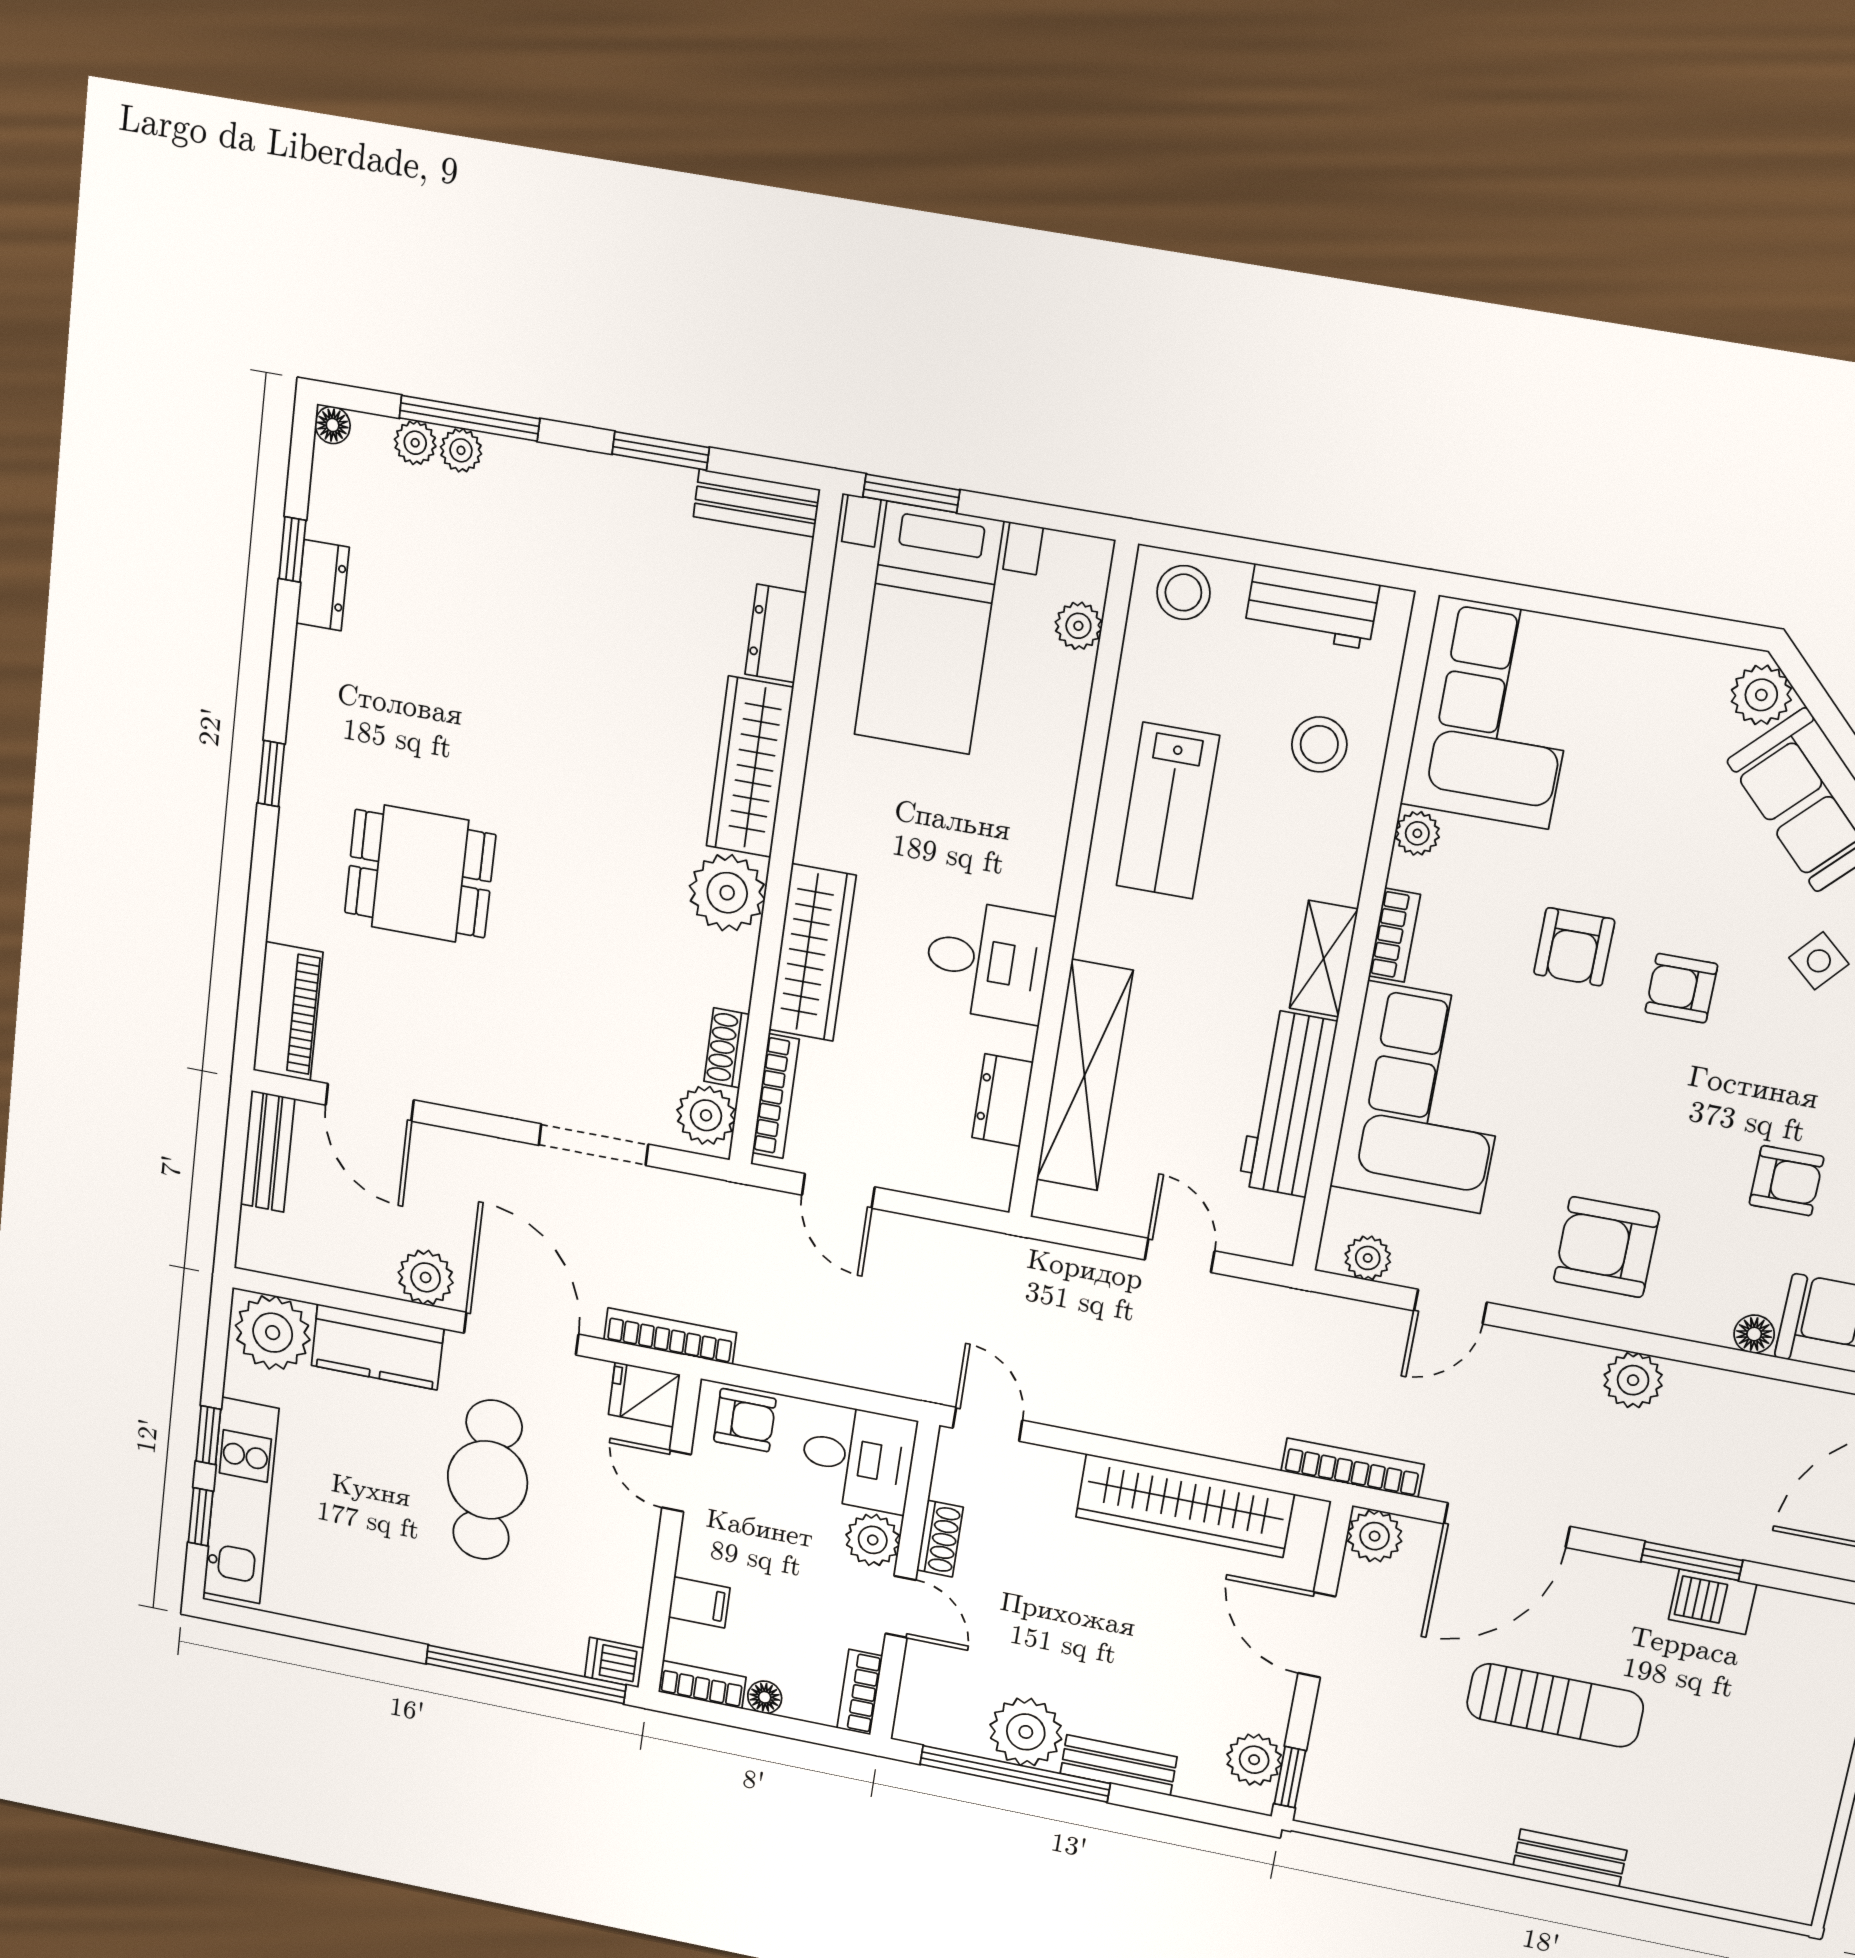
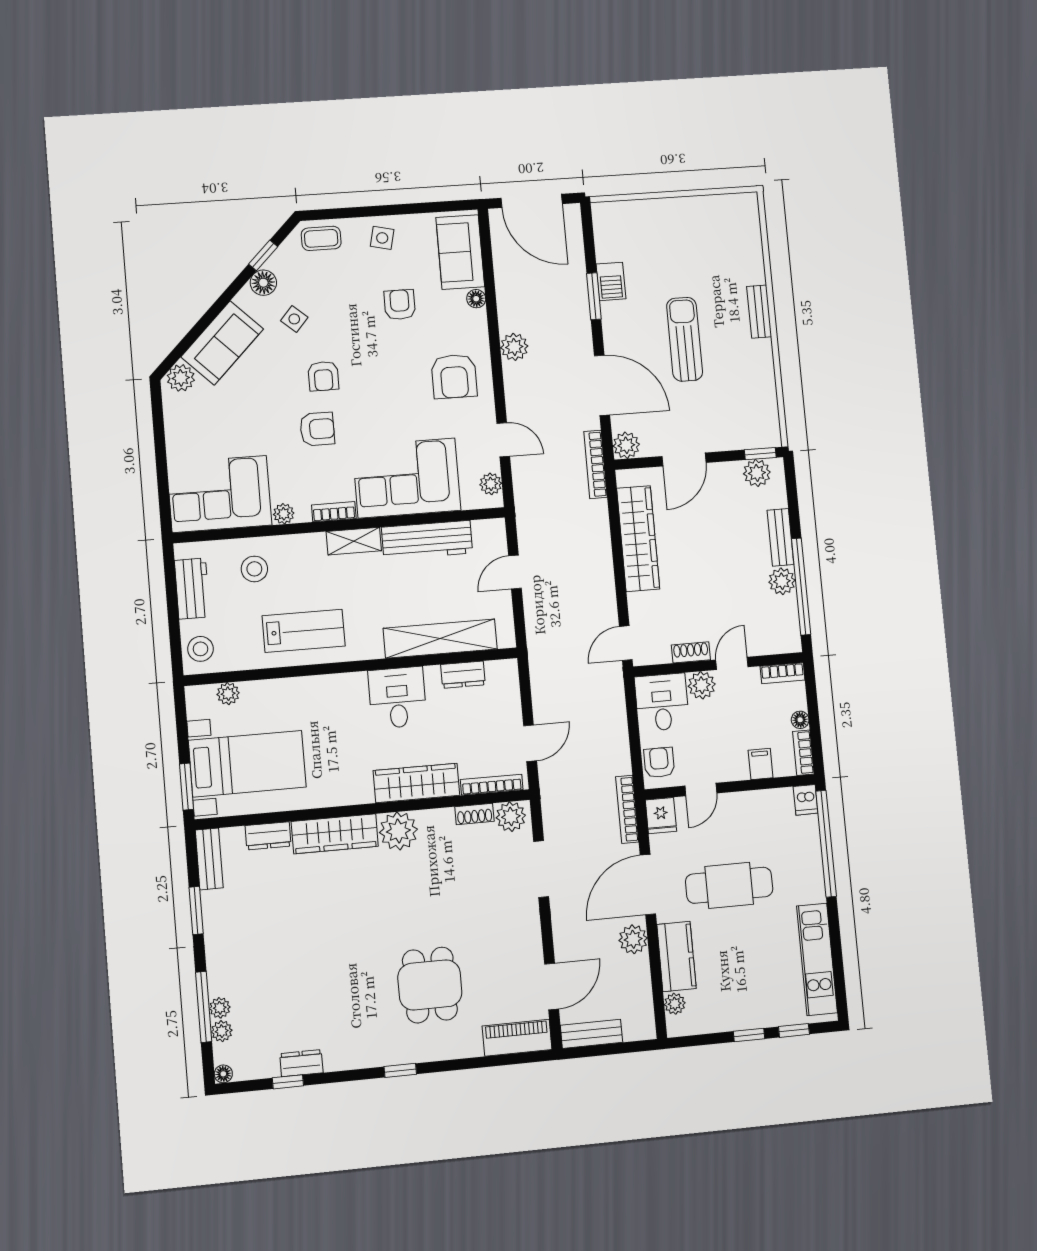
plant: (273, 1333) -> (675, 1004), width x0.53, depth x0.53
kitchen unit: (241, 1501) -> (817, 959), moved, turned -90
plant: (1026, 1732) -> (782, 581), width x0.73, depth x0.73

